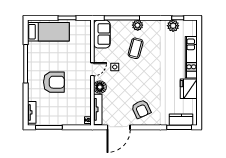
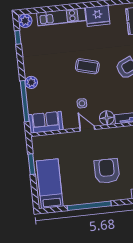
plant: (173, 26) -> (25, 21), moved
coffee table: (136, 48) -> (87, 66), moved

